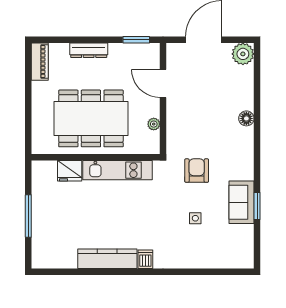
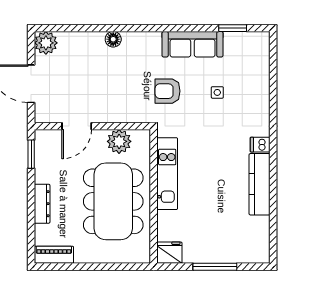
plant: (154, 124) -> (119, 141), width x1.87, depth x1.87
fridge: (70, 171) -> (169, 253), moved, turned -90
sofa: (242, 202) -> (193, 44), width x1.36
window: (257, 206) -> (233, 28), moved

